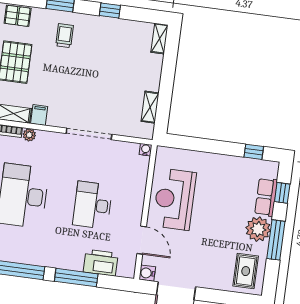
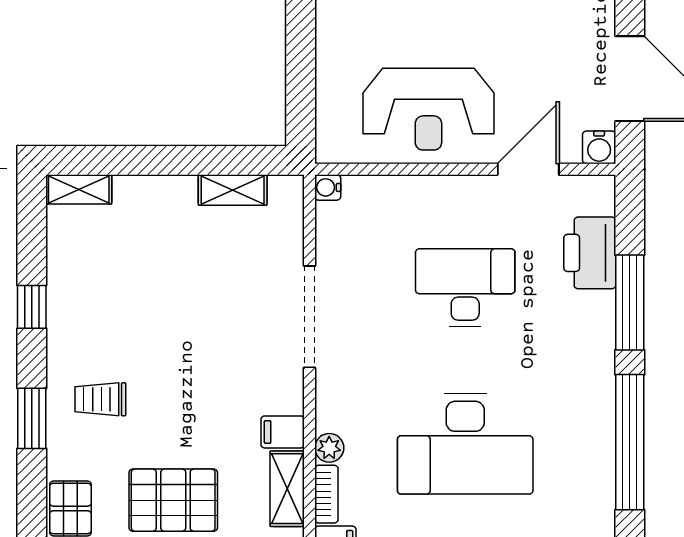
desk: (93, 205) -> (465, 288), turned 180

